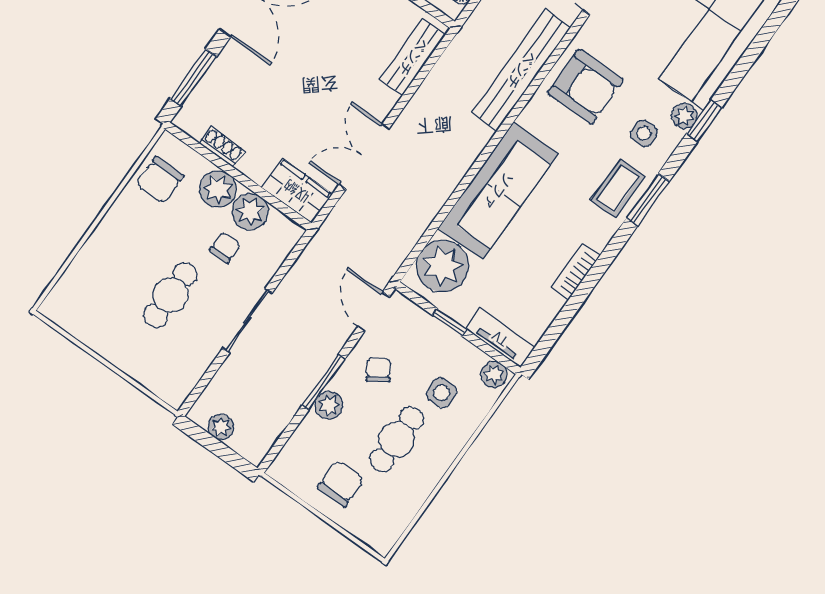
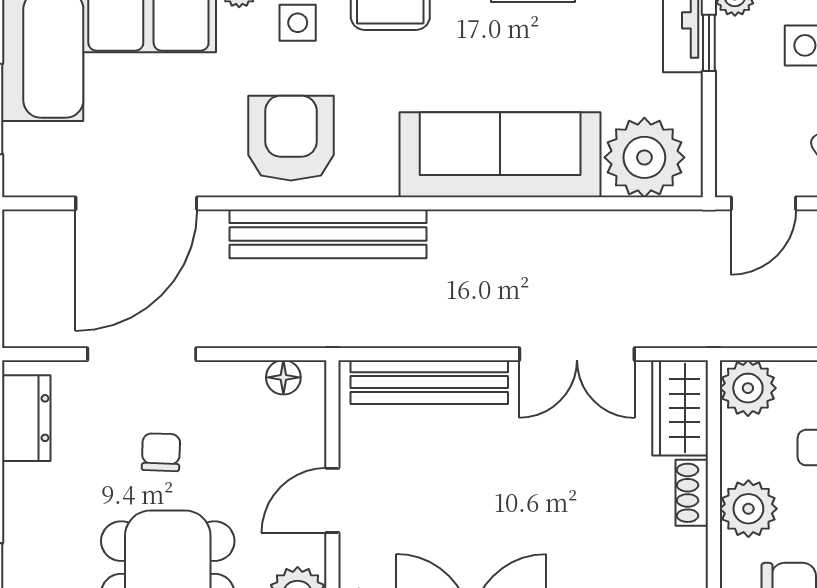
bench: (413, 57) -> (429, 382), width x1.36
shoe rack: (222, 147) -> (692, 493), moved
plant: (250, 212) -> (748, 388), moved
window: (450, 322) -> (709, 43), moved

